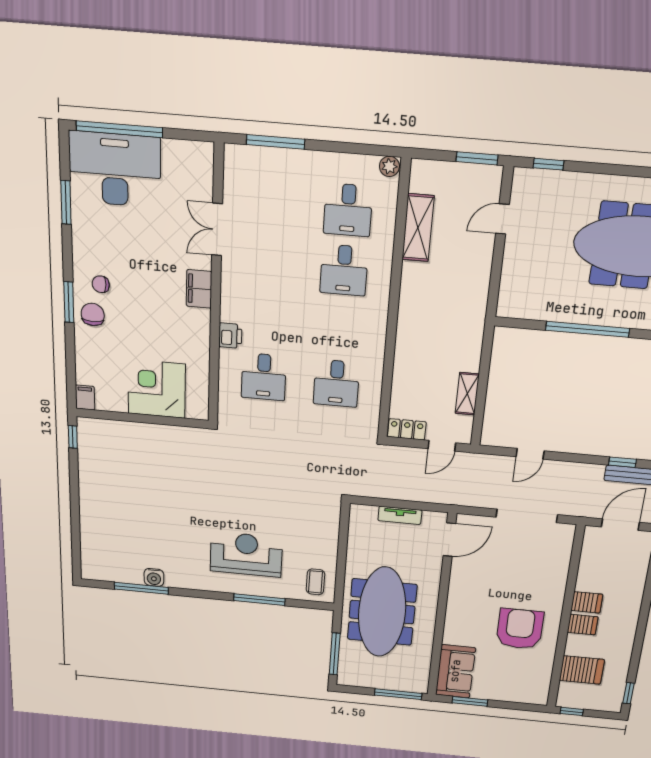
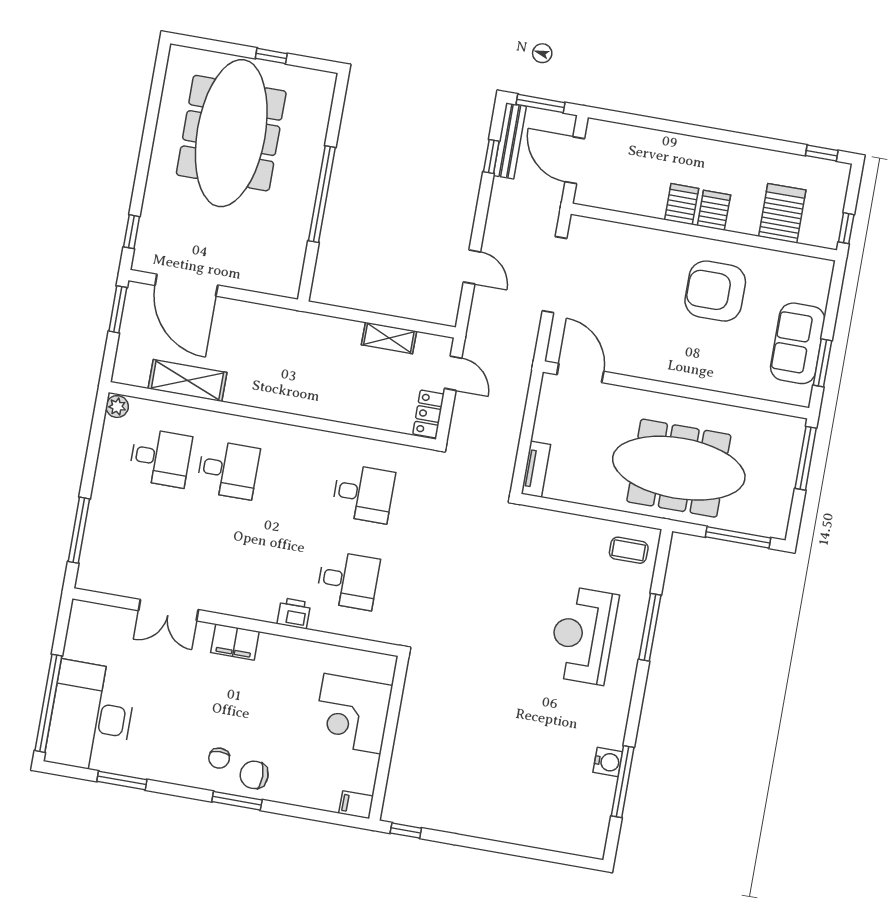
door: (502, 219) -> (186, 285), width x1.87
tv unit: (400, 515) -> (536, 469), moved
sofa: (455, 671) -> (798, 343), moved, turned -90

